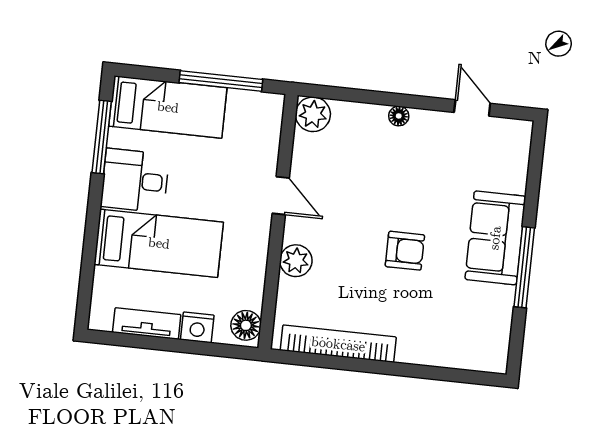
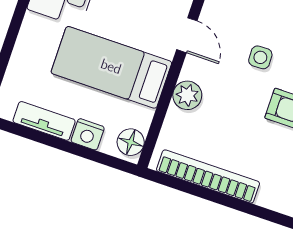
side table: (366, 202) -> (260, 57), added
bed: (159, 243) -> (111, 67), moved, turned 180

